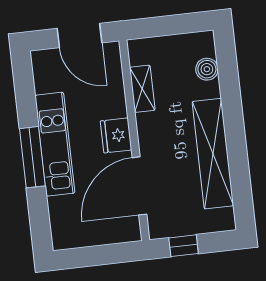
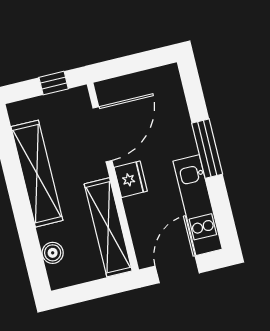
door: (80, 36) -> (177, 269), hinge flipped
shelving: (142, 89) -> (108, 227), width x2.20, depth x1.33
kitchen unit: (55, 144) -> (198, 205), moved

